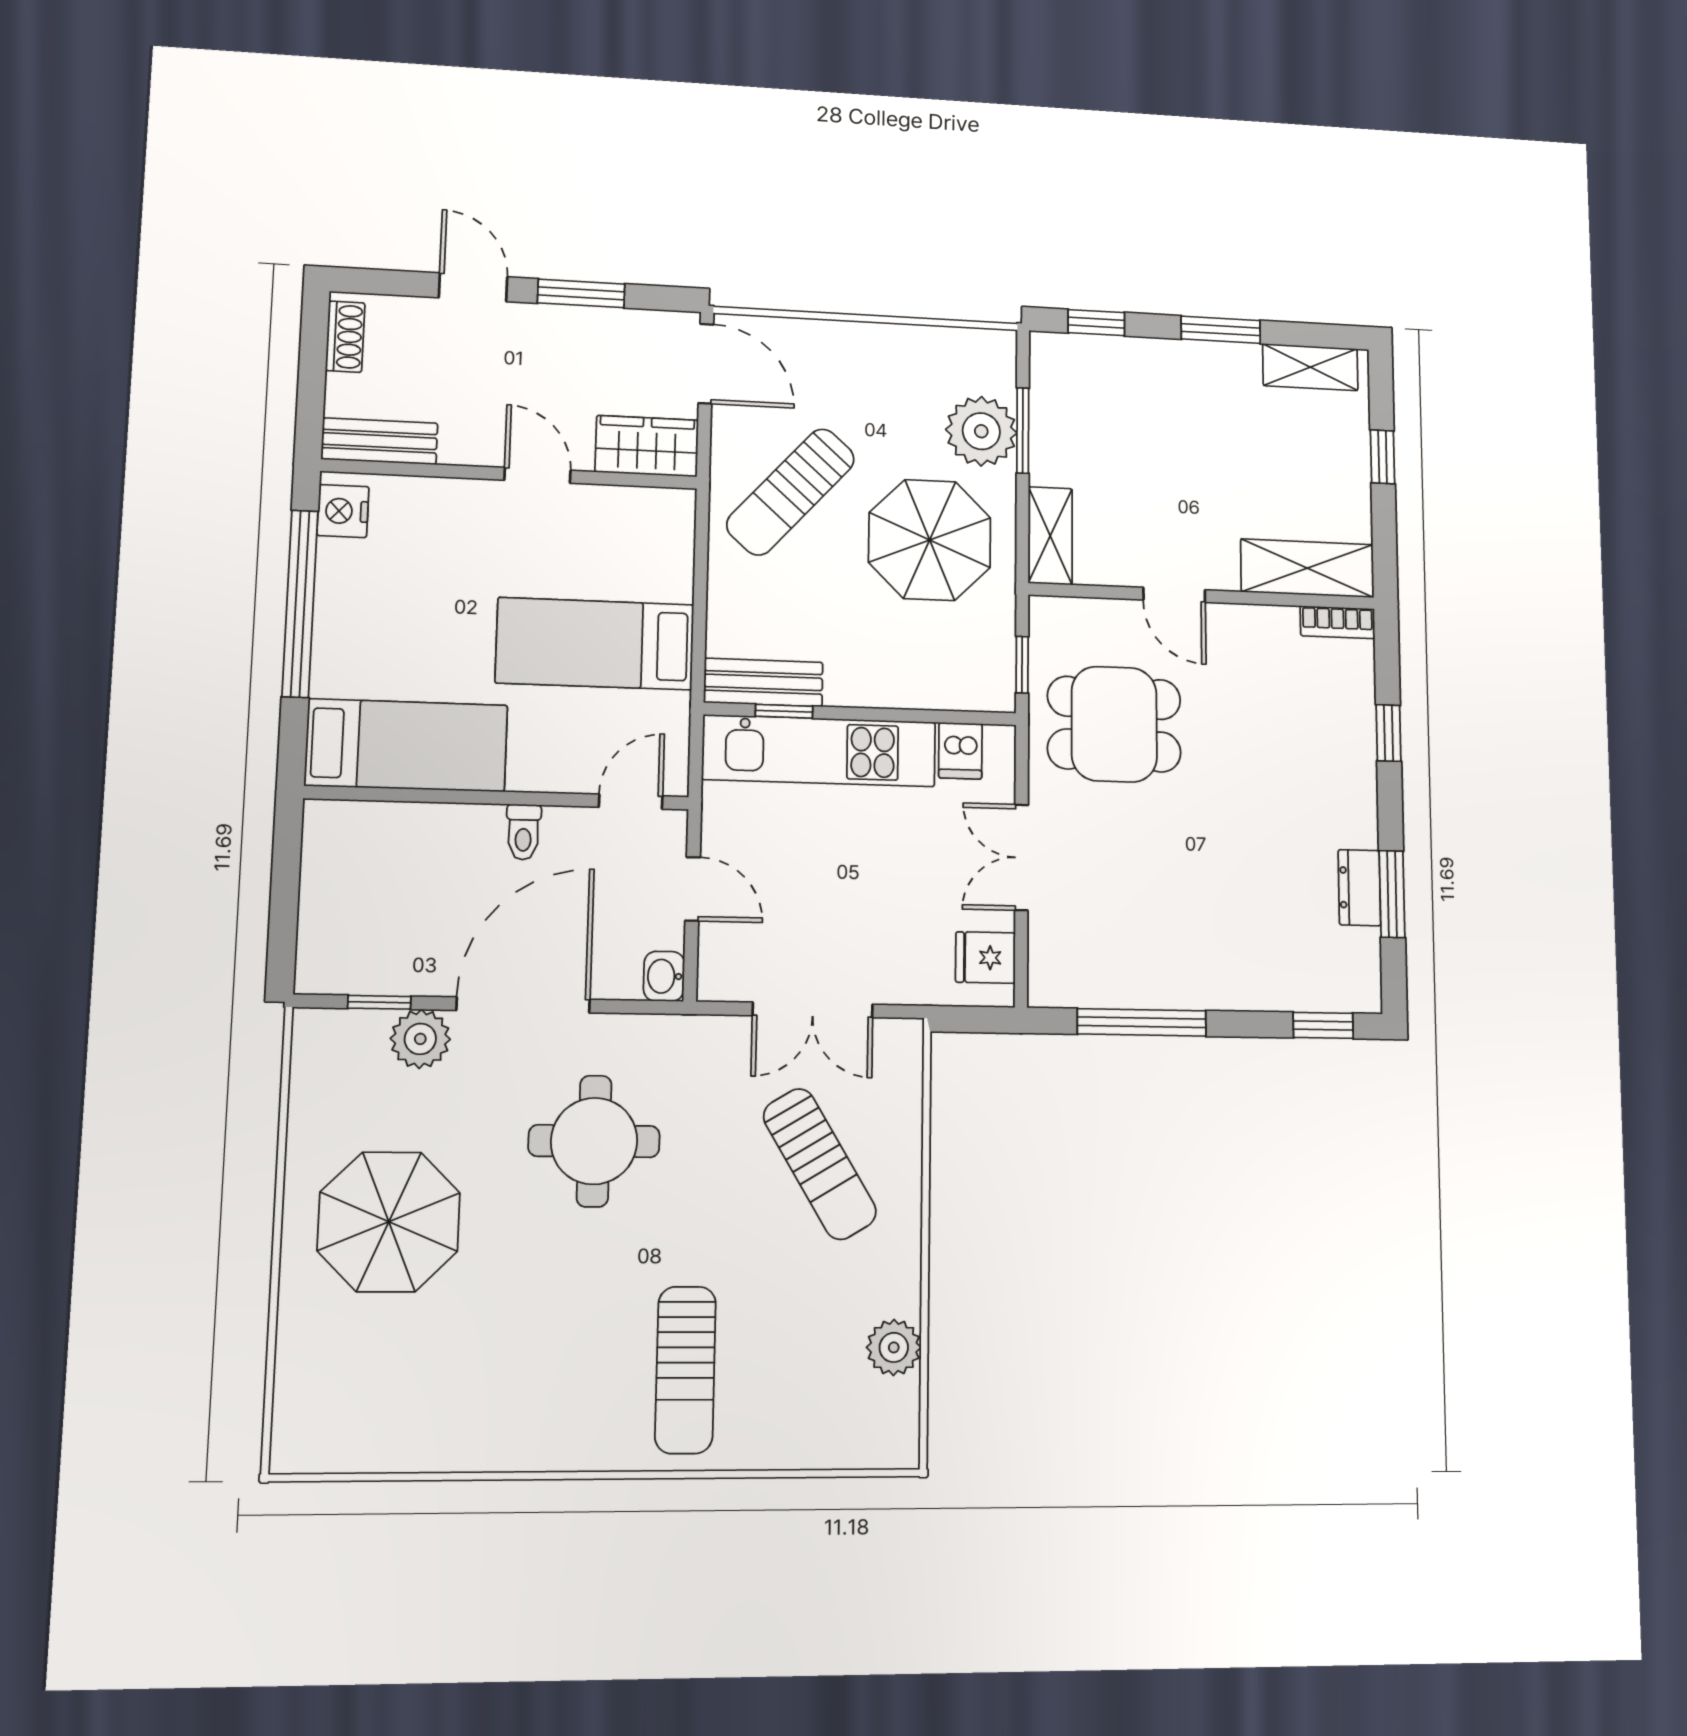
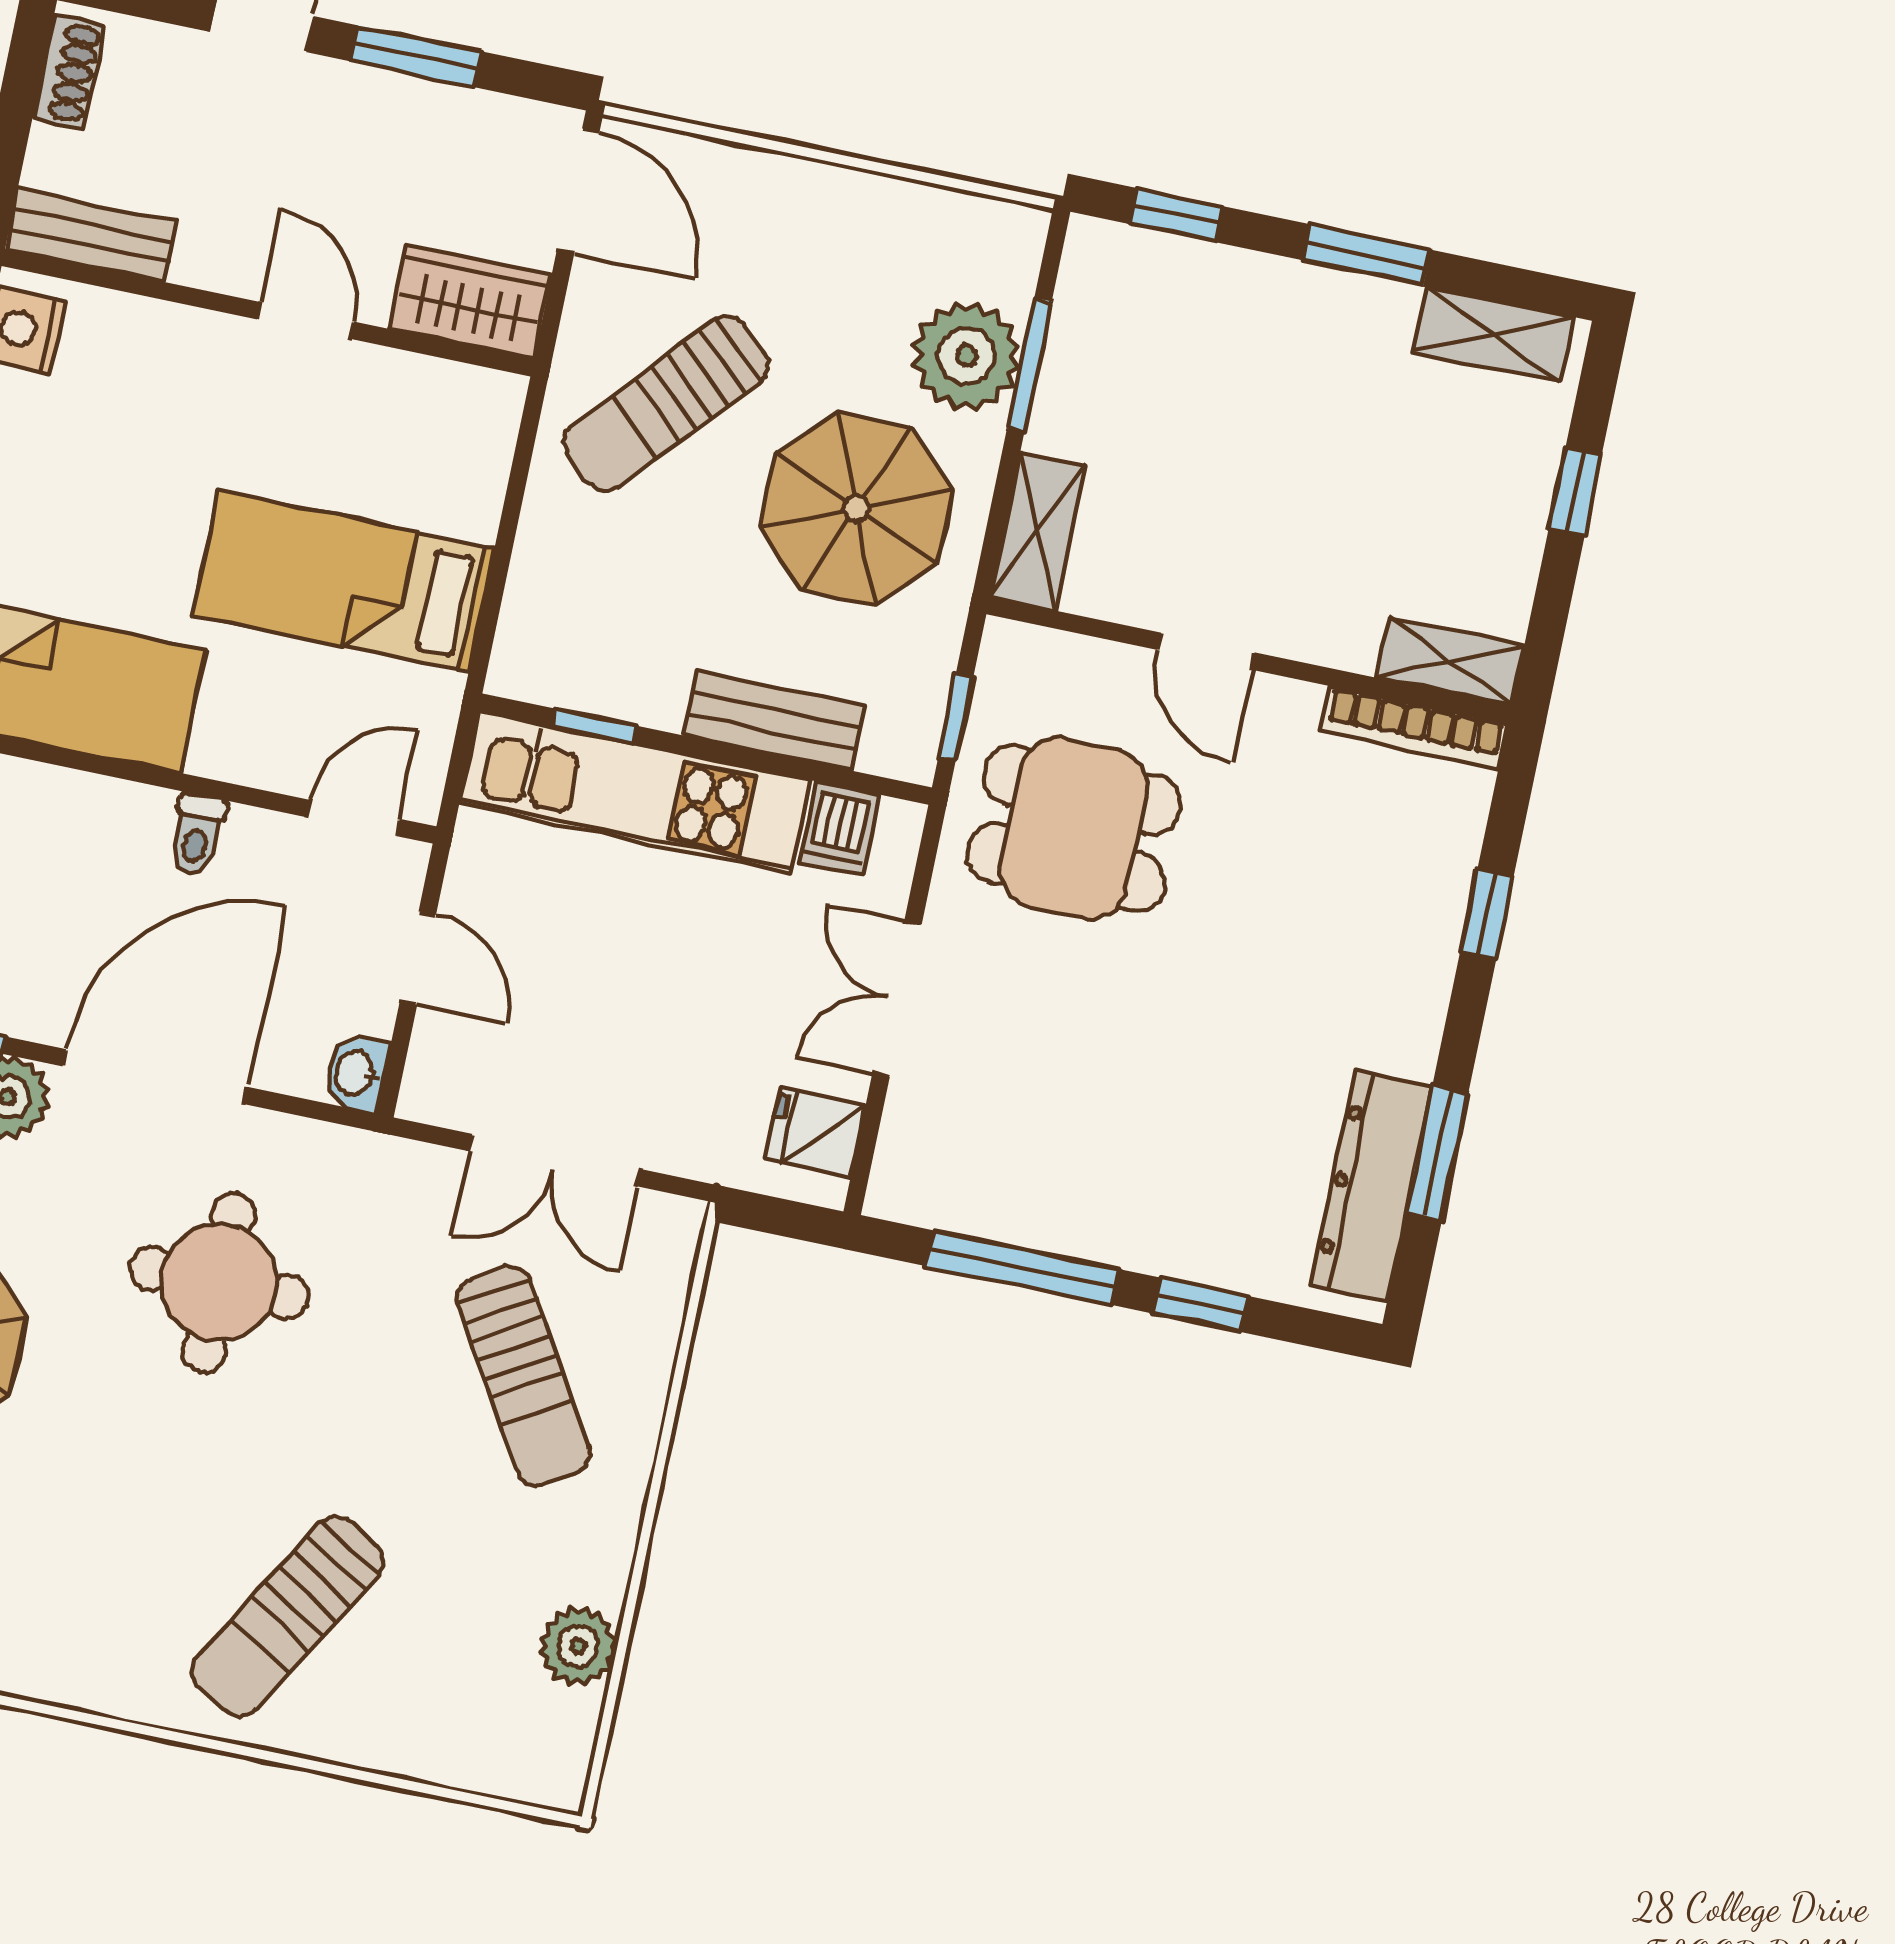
shelving: (1307, 568) -> (1450, 661), width x0.67, depth x0.75
bookcase: (1338, 622) -> (1415, 727), width x1.56
bench: (763, 682) -> (774, 721), moved
dresser: (1359, 888) -> (1371, 1186), width x1.96, depth x1.24
window: (1323, 1025) -> (1201, 1305), moved
sun lounger: (685, 1370) -> (288, 1616), turned 31

